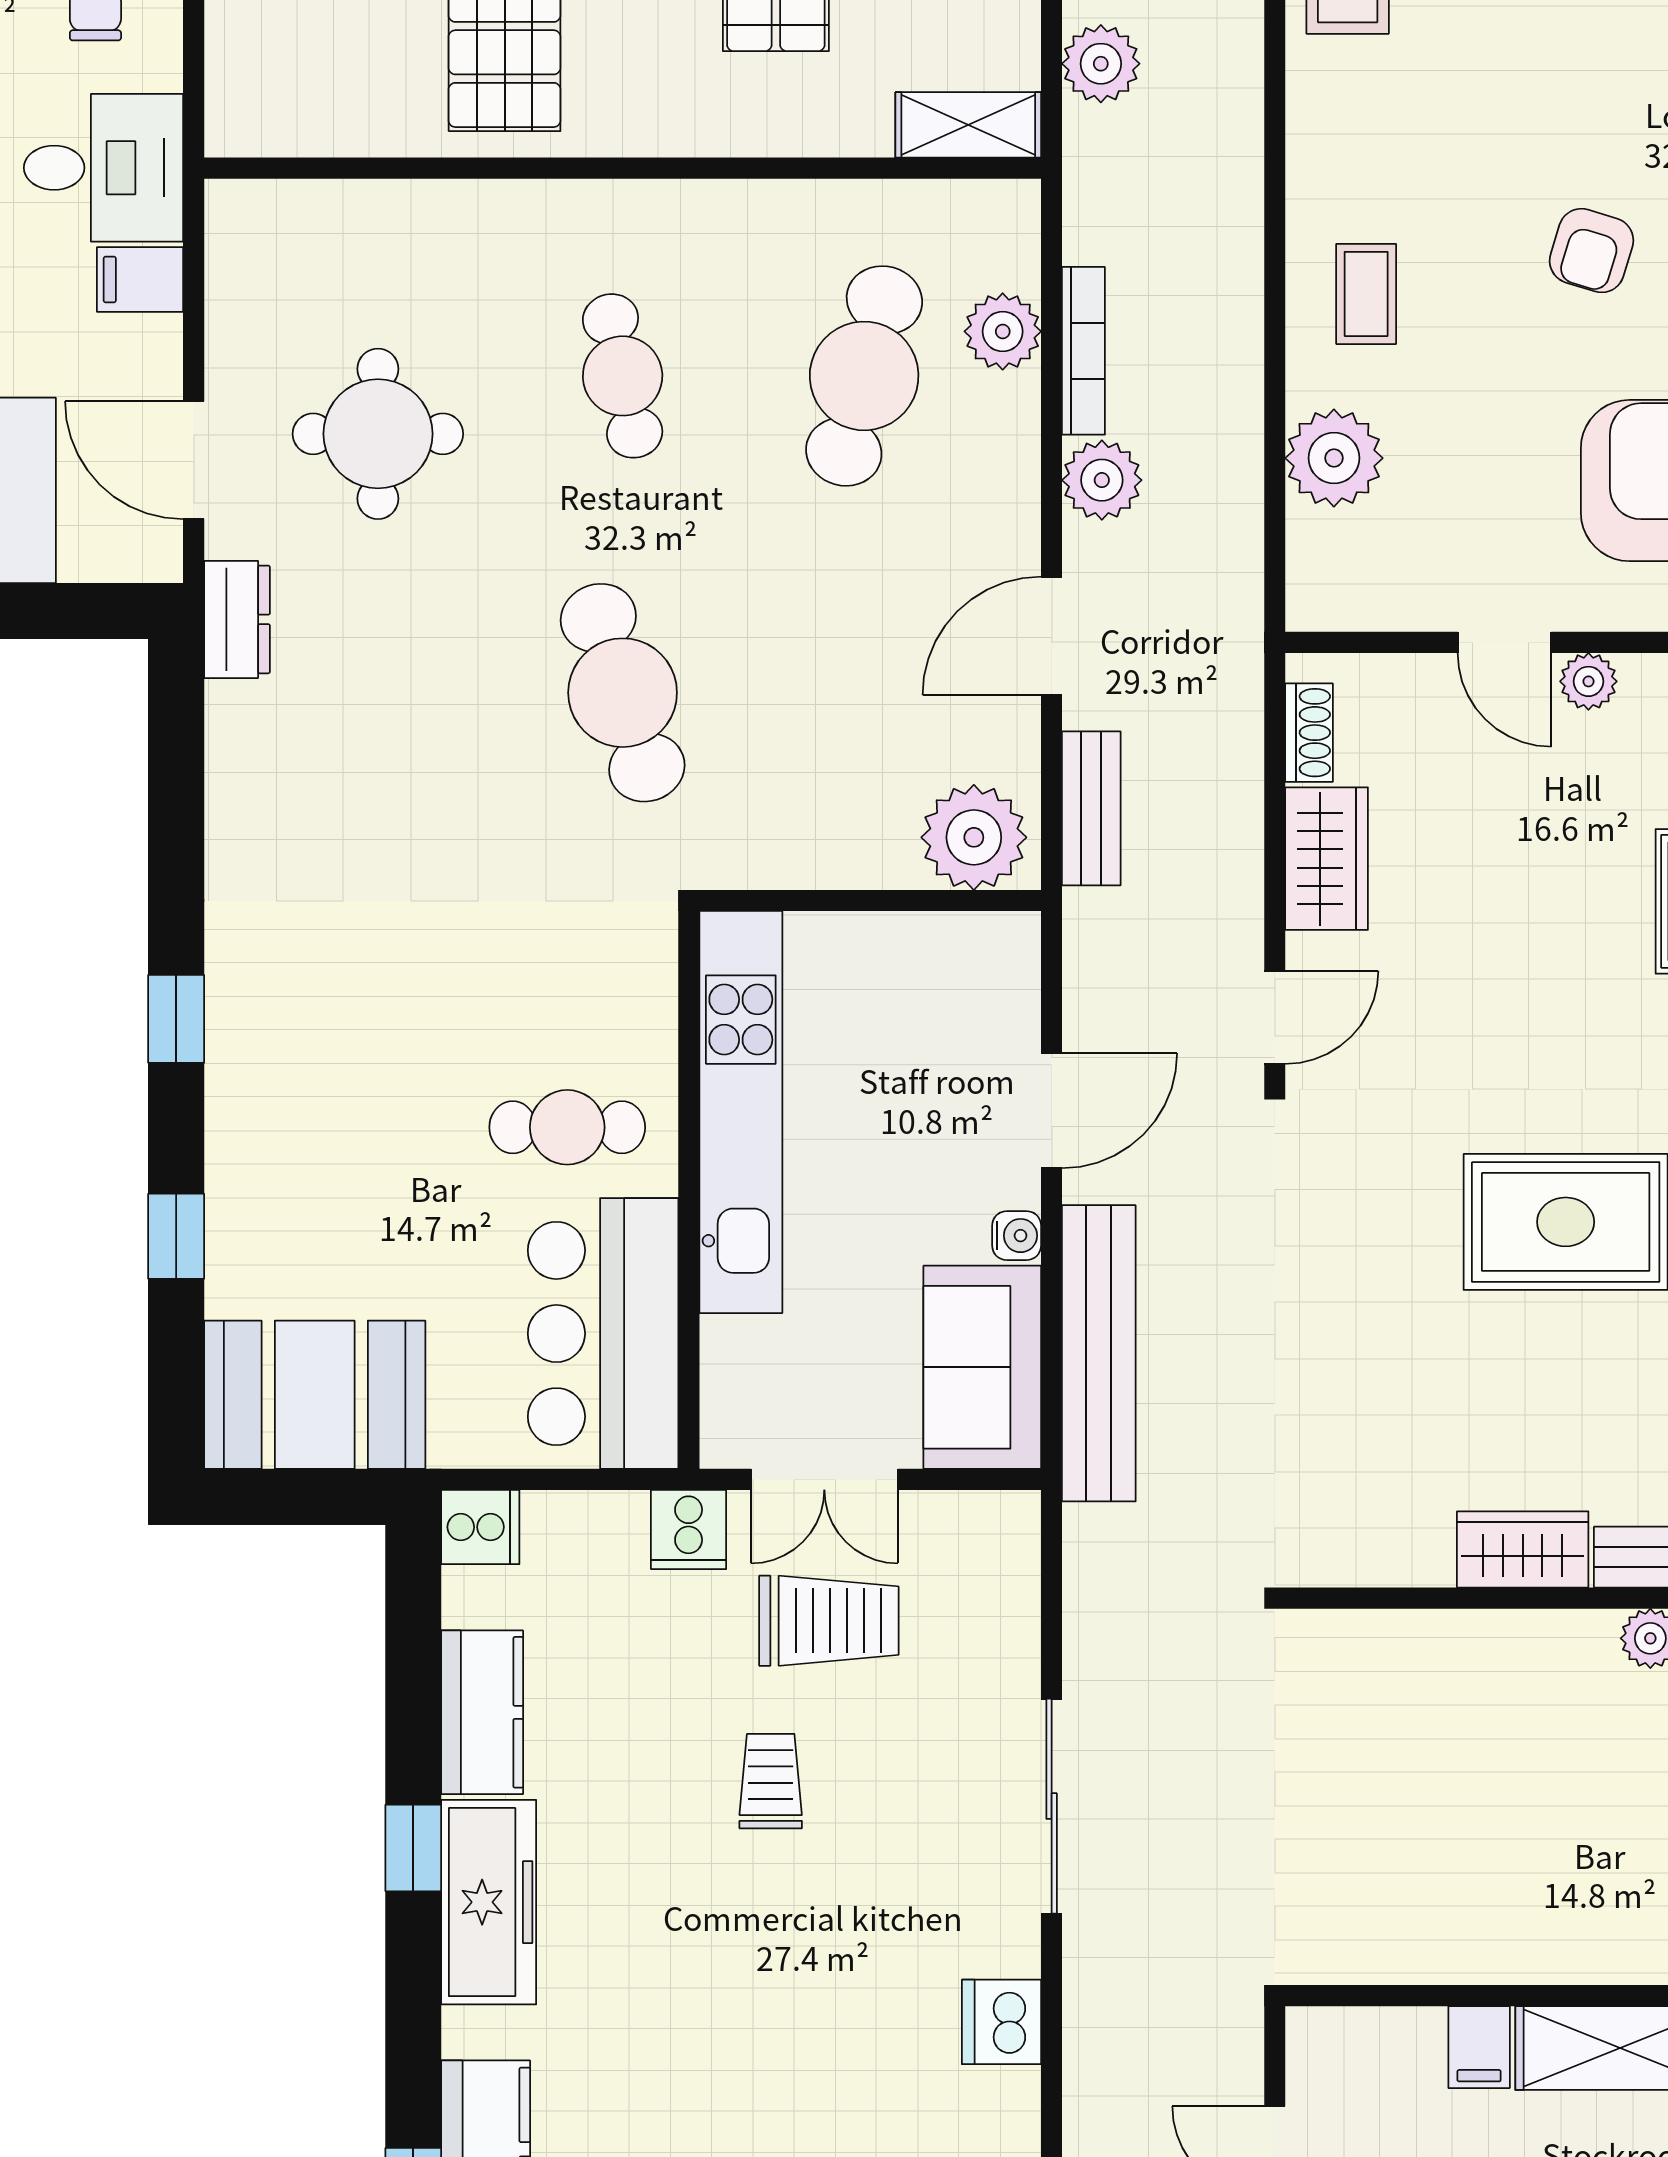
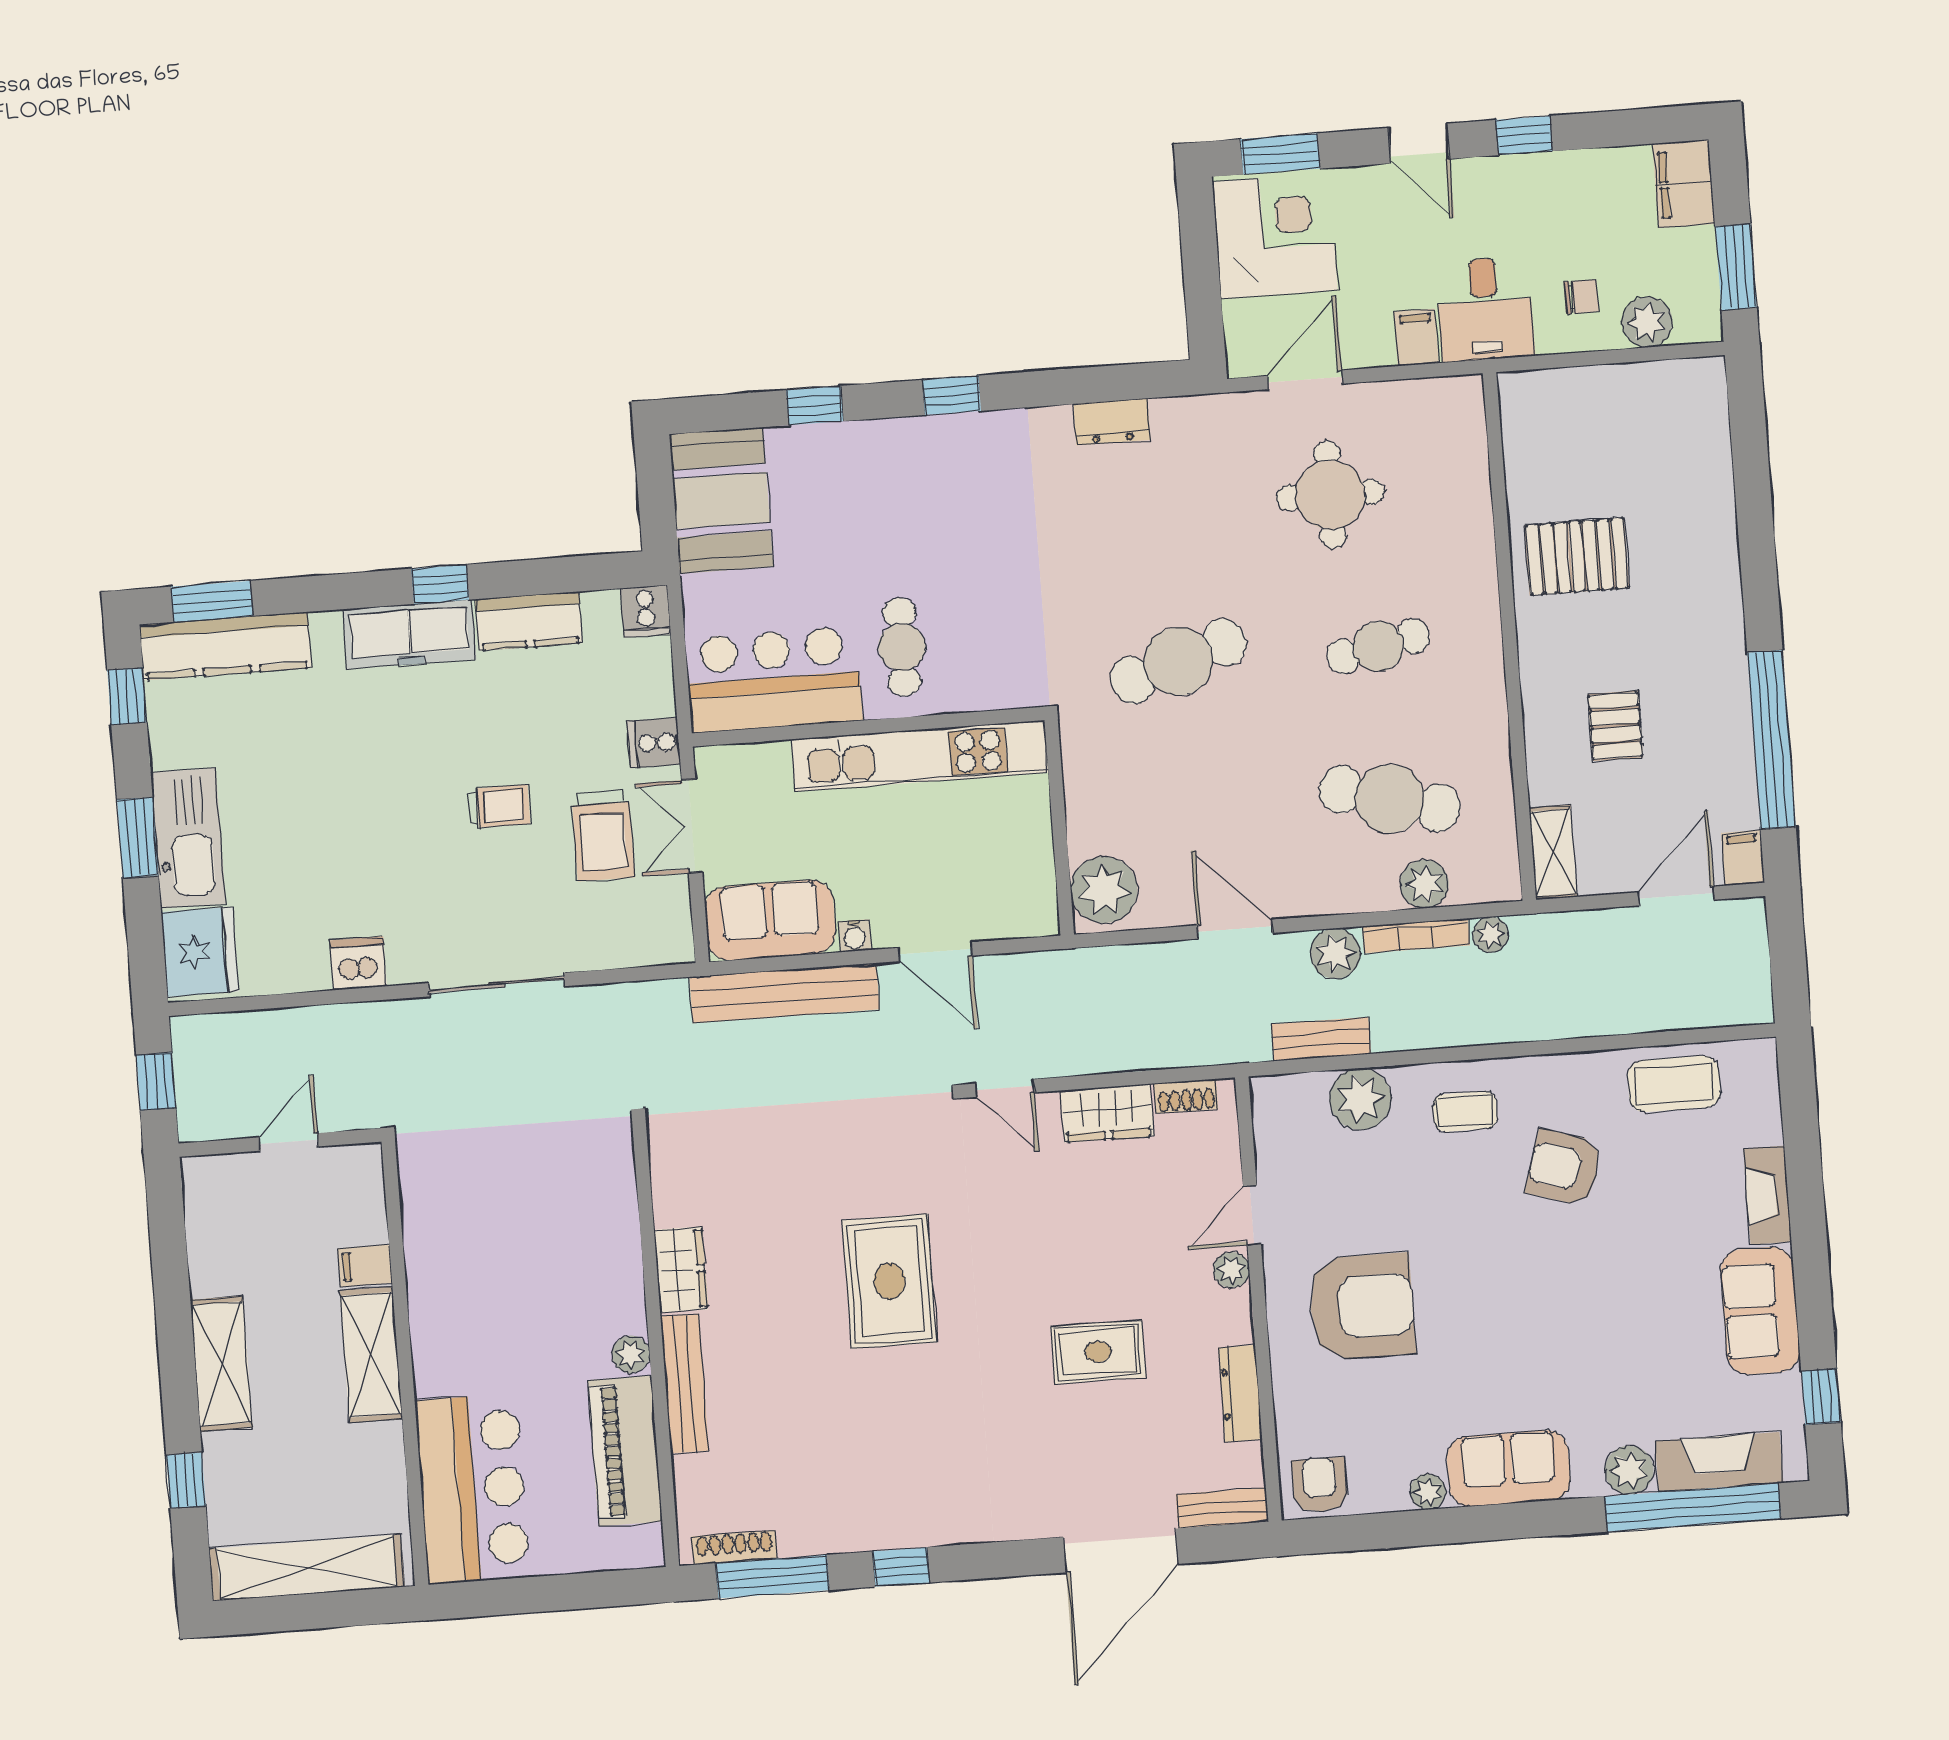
plant: (1101, 64) -> (1491, 935), moved, width x0.73, depth x0.73
armchair: (1591, 251) -> (1564, 1168), moved, width x1.38, depth x1.38
dresser: (237, 619) -> (1112, 422), moved
bench: (1091, 808) -> (1321, 1039), moved

